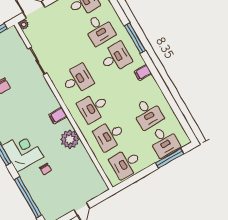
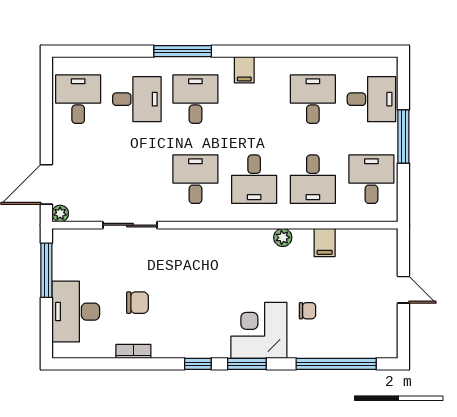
desk: (148, 113) -> (313, 99), turned -90
filing cabinet: (58, 116) -> (325, 242), moved
plant: (70, 139) -> (283, 237), width x0.53, depth x0.53
window: (170, 158) -> (403, 136), moved
desk: (126, 163) -> (371, 179), turned 180

